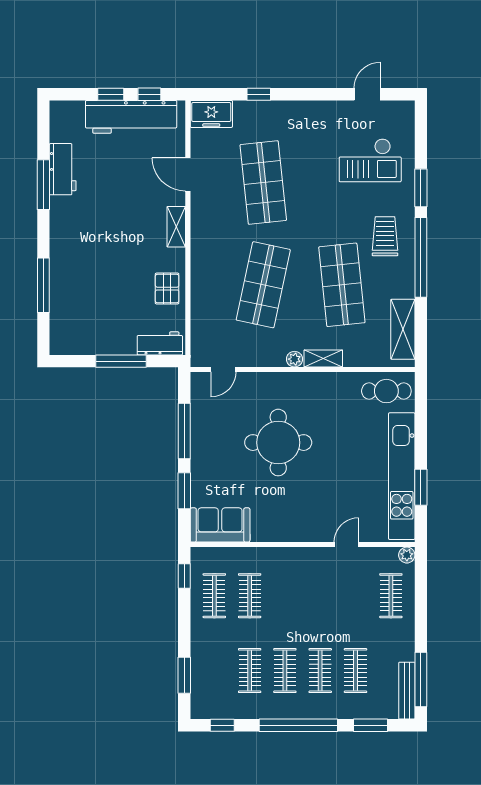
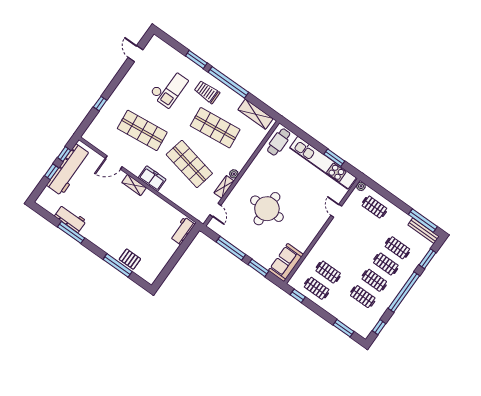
freezer: (211, 114) -> (152, 179), moved, turned -90
checkout: (370, 160) -> (169, 88), moved
pallet: (167, 289) -> (130, 259), moved
shelving: (323, 358) -> (224, 187), moved
window: (121, 361) -> (178, 255), removed

